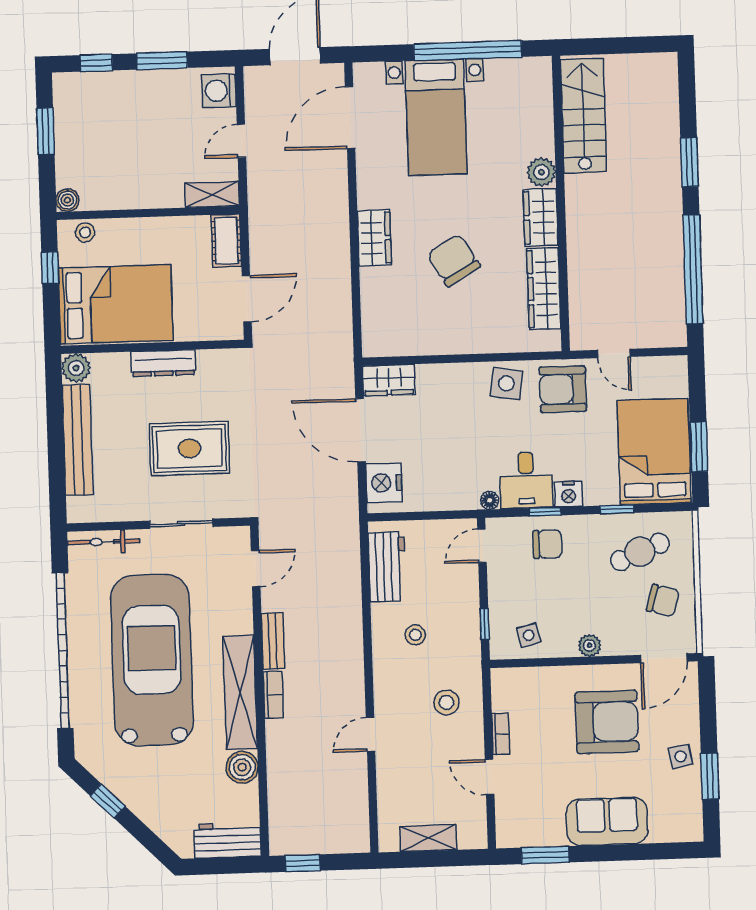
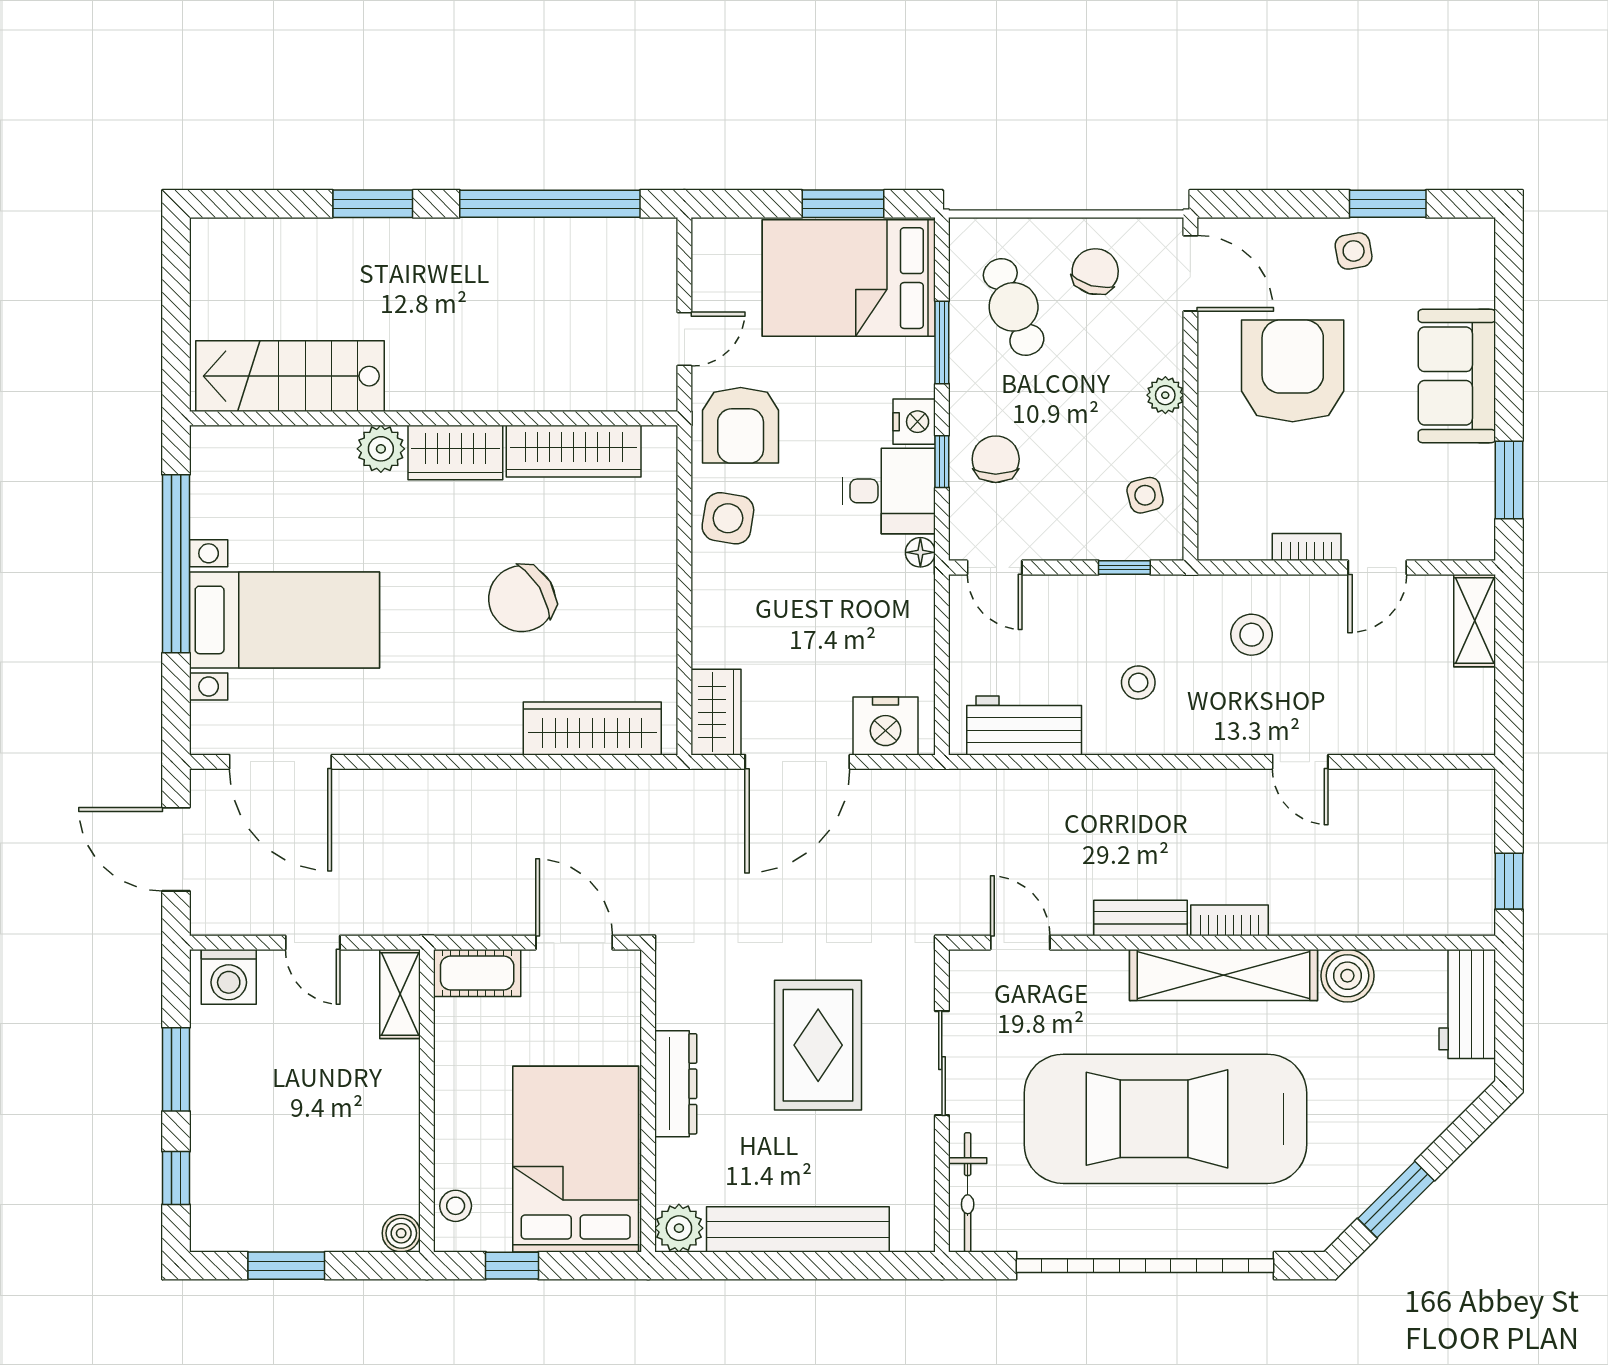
wardrobe: (374, 238) -> (592, 728), moved, width x1.50
window: (617, 509) -> (942, 343), width x1.50
window: (108, 801) -> (1396, 1200), width x1.50
shelving: (428, 838) -> (1475, 621), moved

